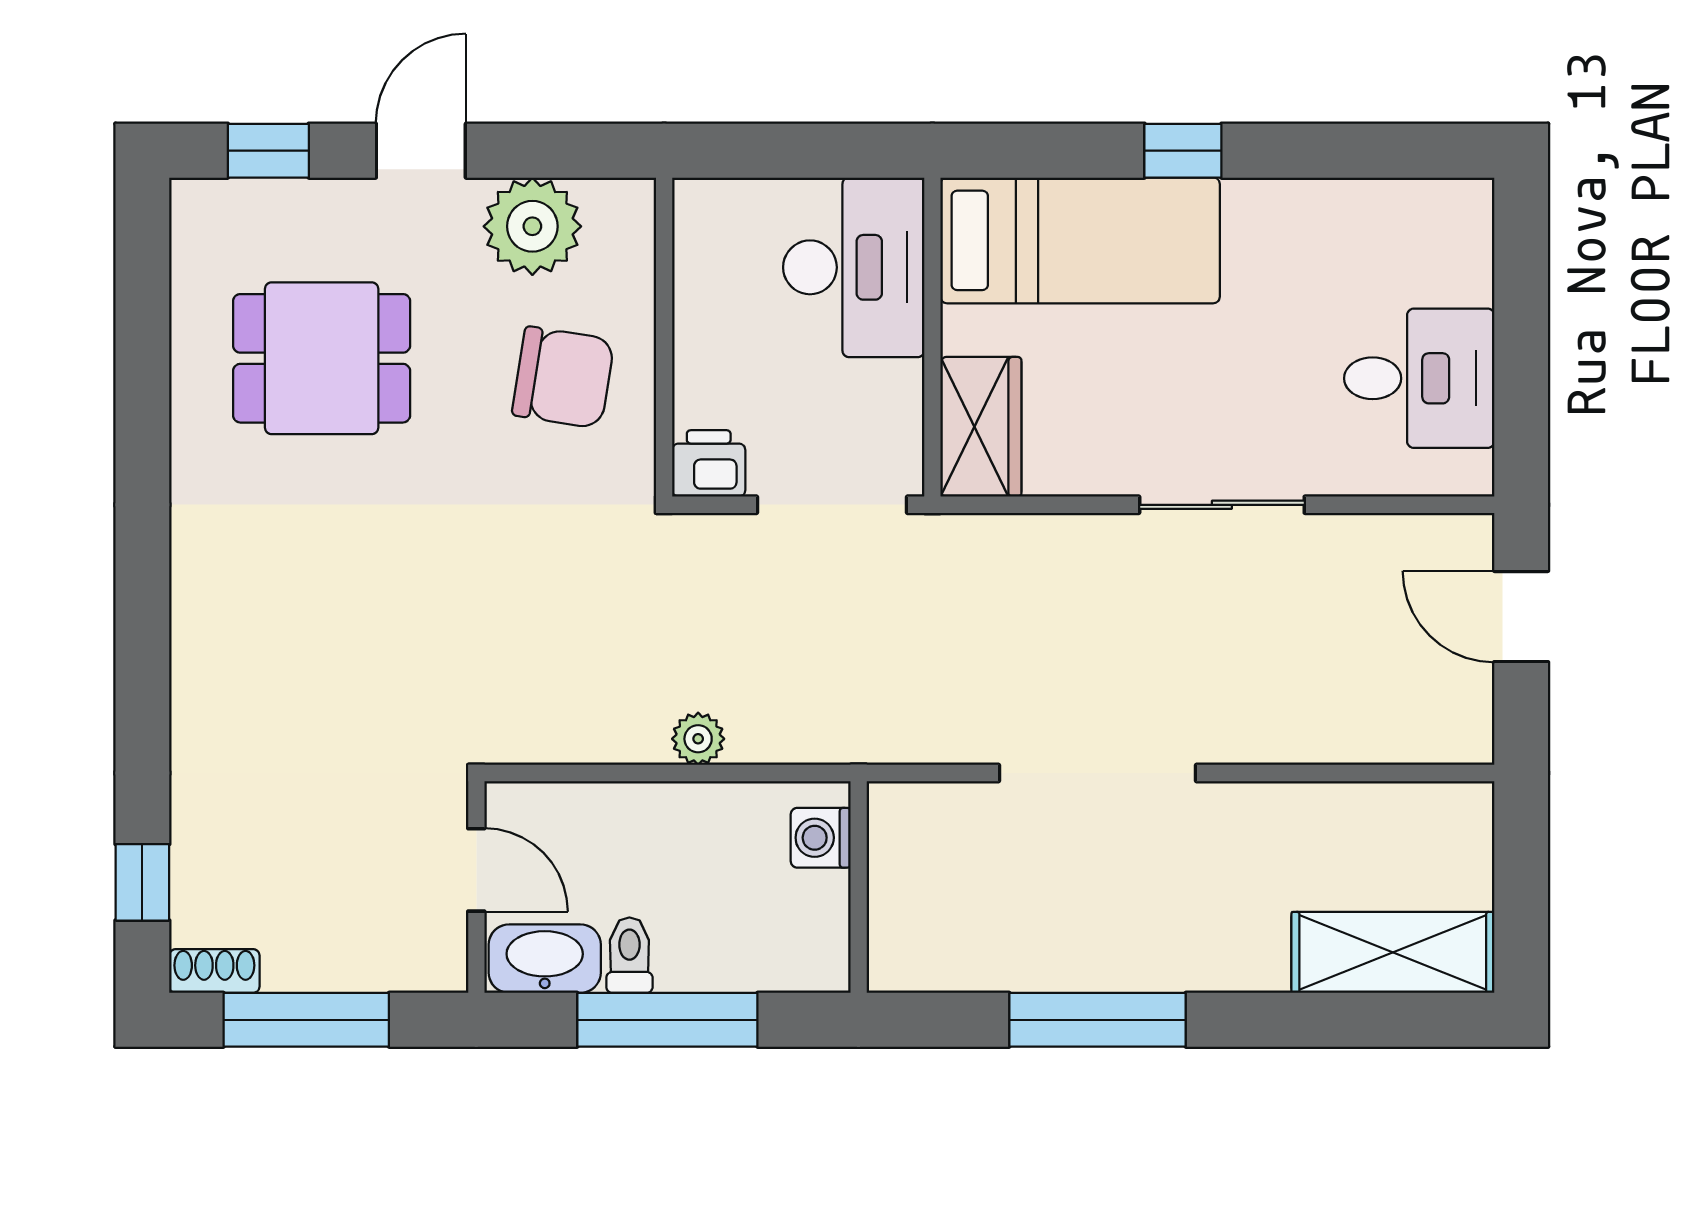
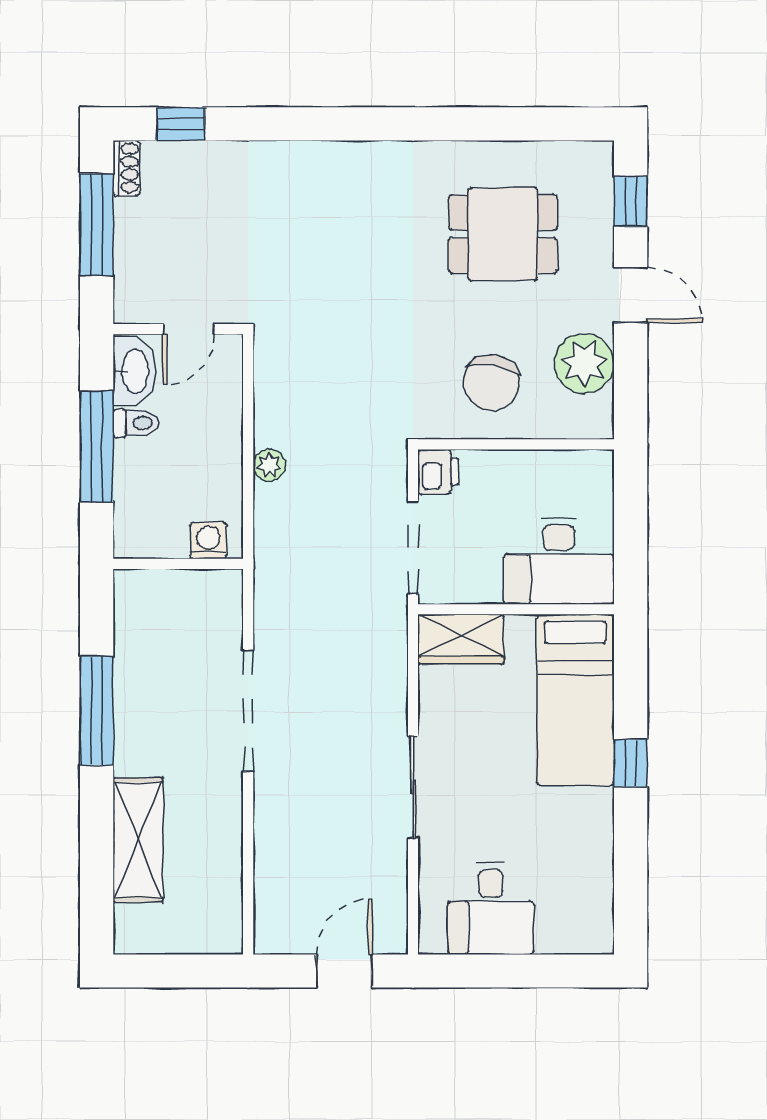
dining table: (322, 358) -> (503, 234), turned 90
shelving: (1393, 952) -> (138, 840), moved

